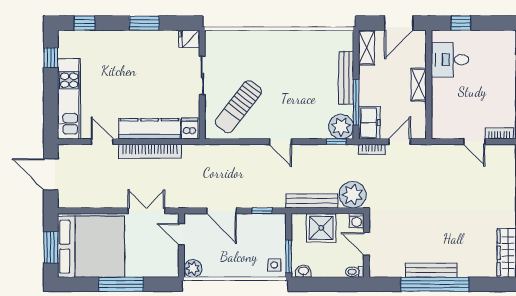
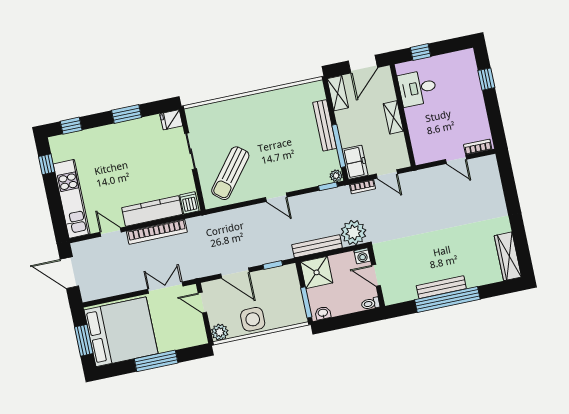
plant: (341, 127) -> (336, 176), width x0.53, depth x0.53
door: (400, 142) -> (387, 174), swing flipped
shower: (321, 228) -> (317, 272), moved
side table: (274, 265) -> (253, 319), moved, width x1.87, depth x1.87

